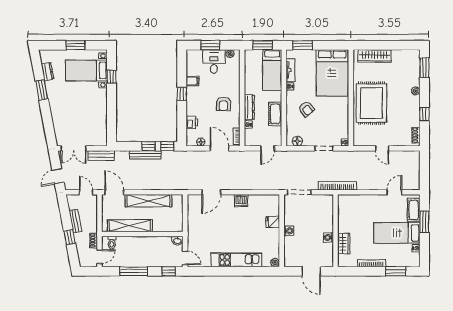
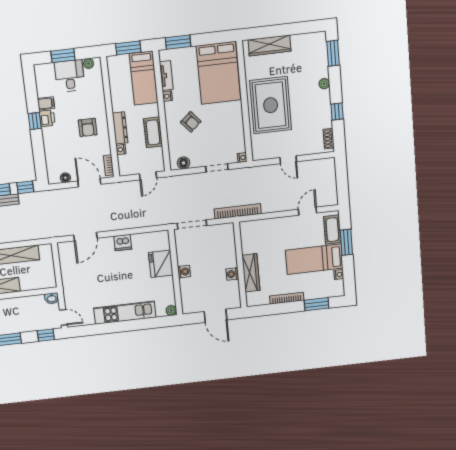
printer: (192, 123) -> (47, 118), moved
fridge: (273, 222) -> (161, 264), width x1.88, depth x1.34
wardrobe: (344, 244) -> (251, 273), width x1.50

